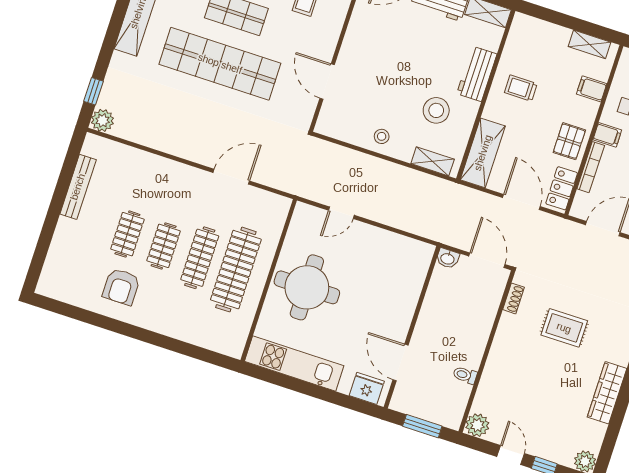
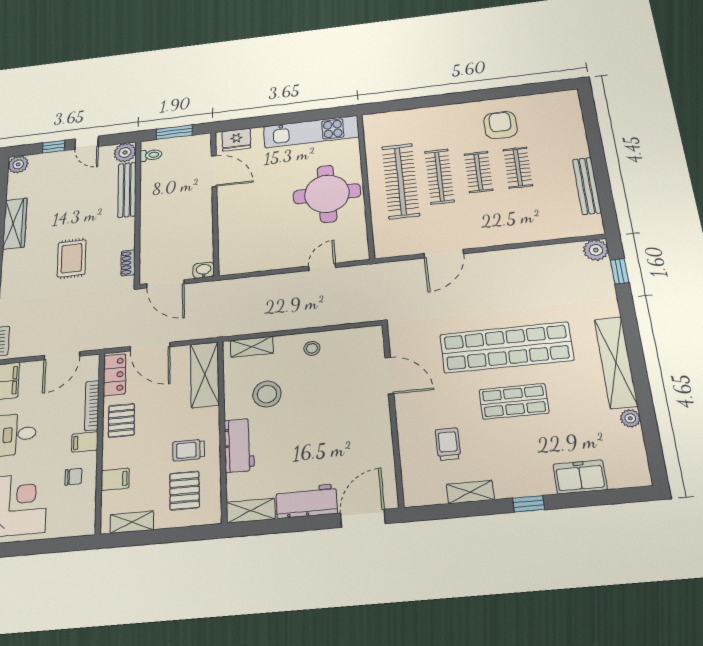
pallet: (536, 53) -> (185, 491), added
trolley: (521, 88) -> (189, 450), turned 180
rug: (564, 328) -> (72, 258), turned 90
toilet: (465, 375) -> (151, 155), moved
bench: (489, 381) -> (127, 190), added

